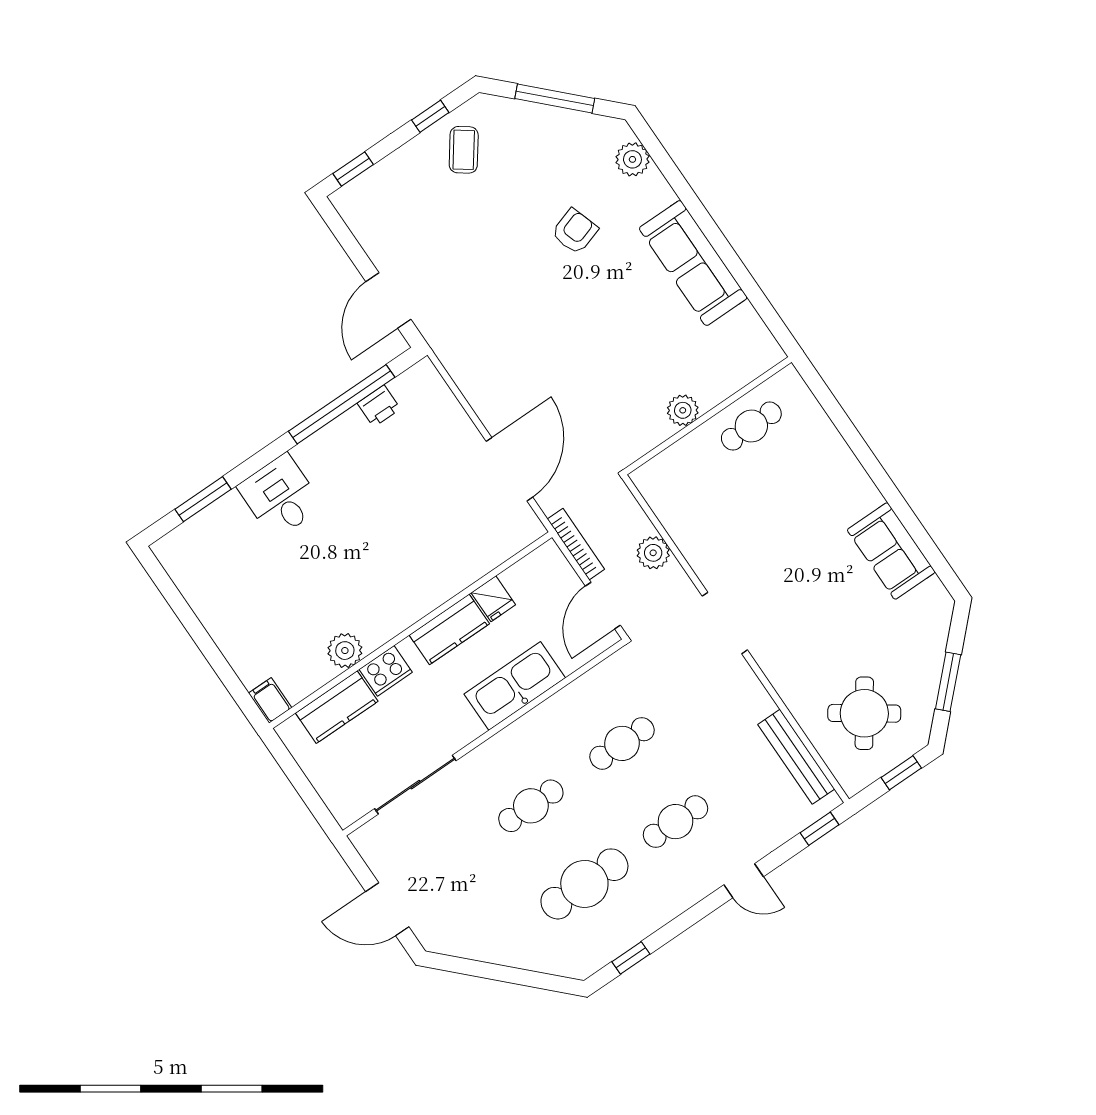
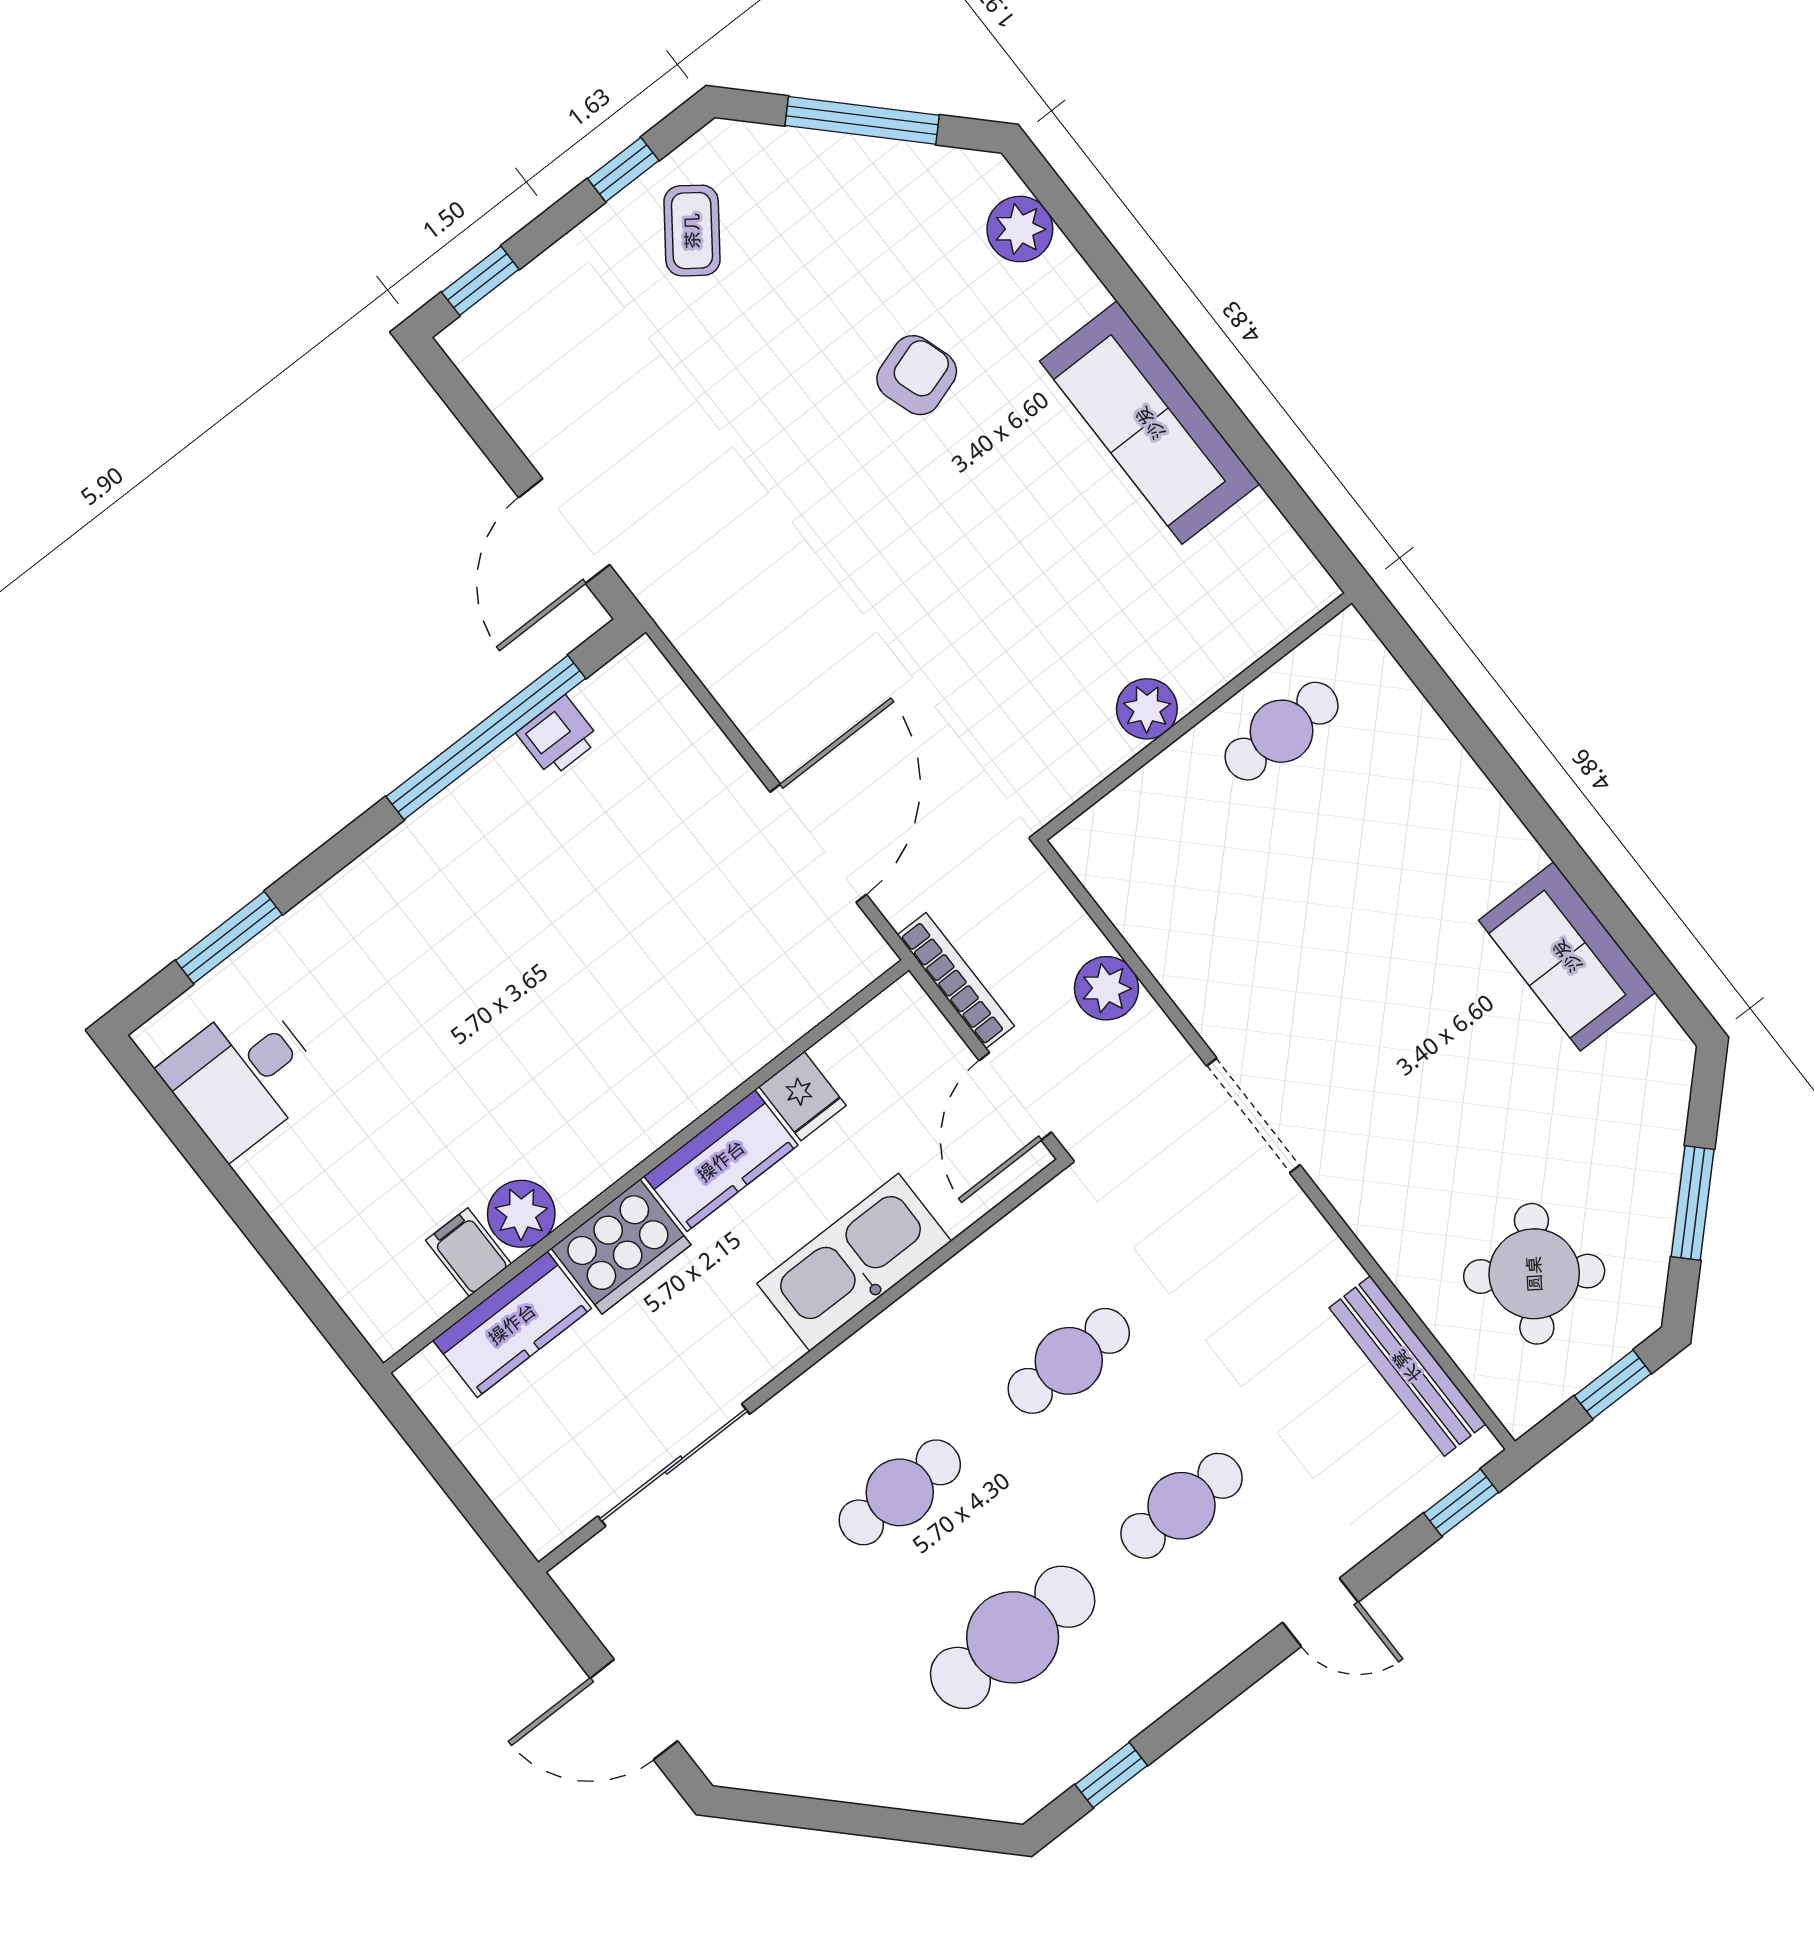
desk: (280, 496) -> (243, 1077), moved, turned -90
cooker: (386, 671) -> (621, 1247), width x1.37, depth x1.31
filing cabinet: (270, 700) -> (469, 1252), moved

